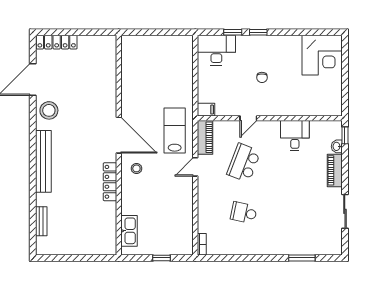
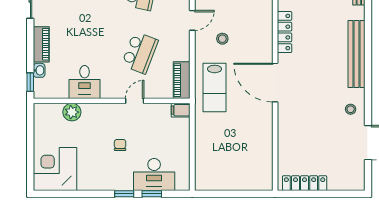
locker: (57, 42) -> (305, 183), moved
desk: (216, 50) -> (154, 175), moved
plant: (307, 108) -> (72, 112), added
stool: (49, 110) -> (351, 109), width x0.53, depth x0.53
door: (195, 167) -> (192, 20), moved
stool: (136, 168) -> (222, 39), moved

